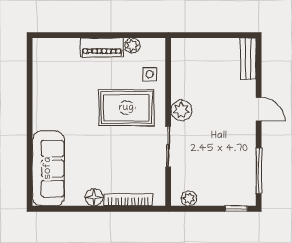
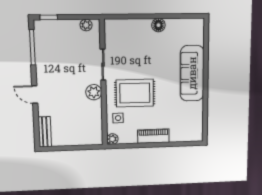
plant: (132, 45) -> (112, 139), moved
sofa: (48, 168) -> (192, 73), moved
bookcase: (128, 200) -> (132, 23), removed

